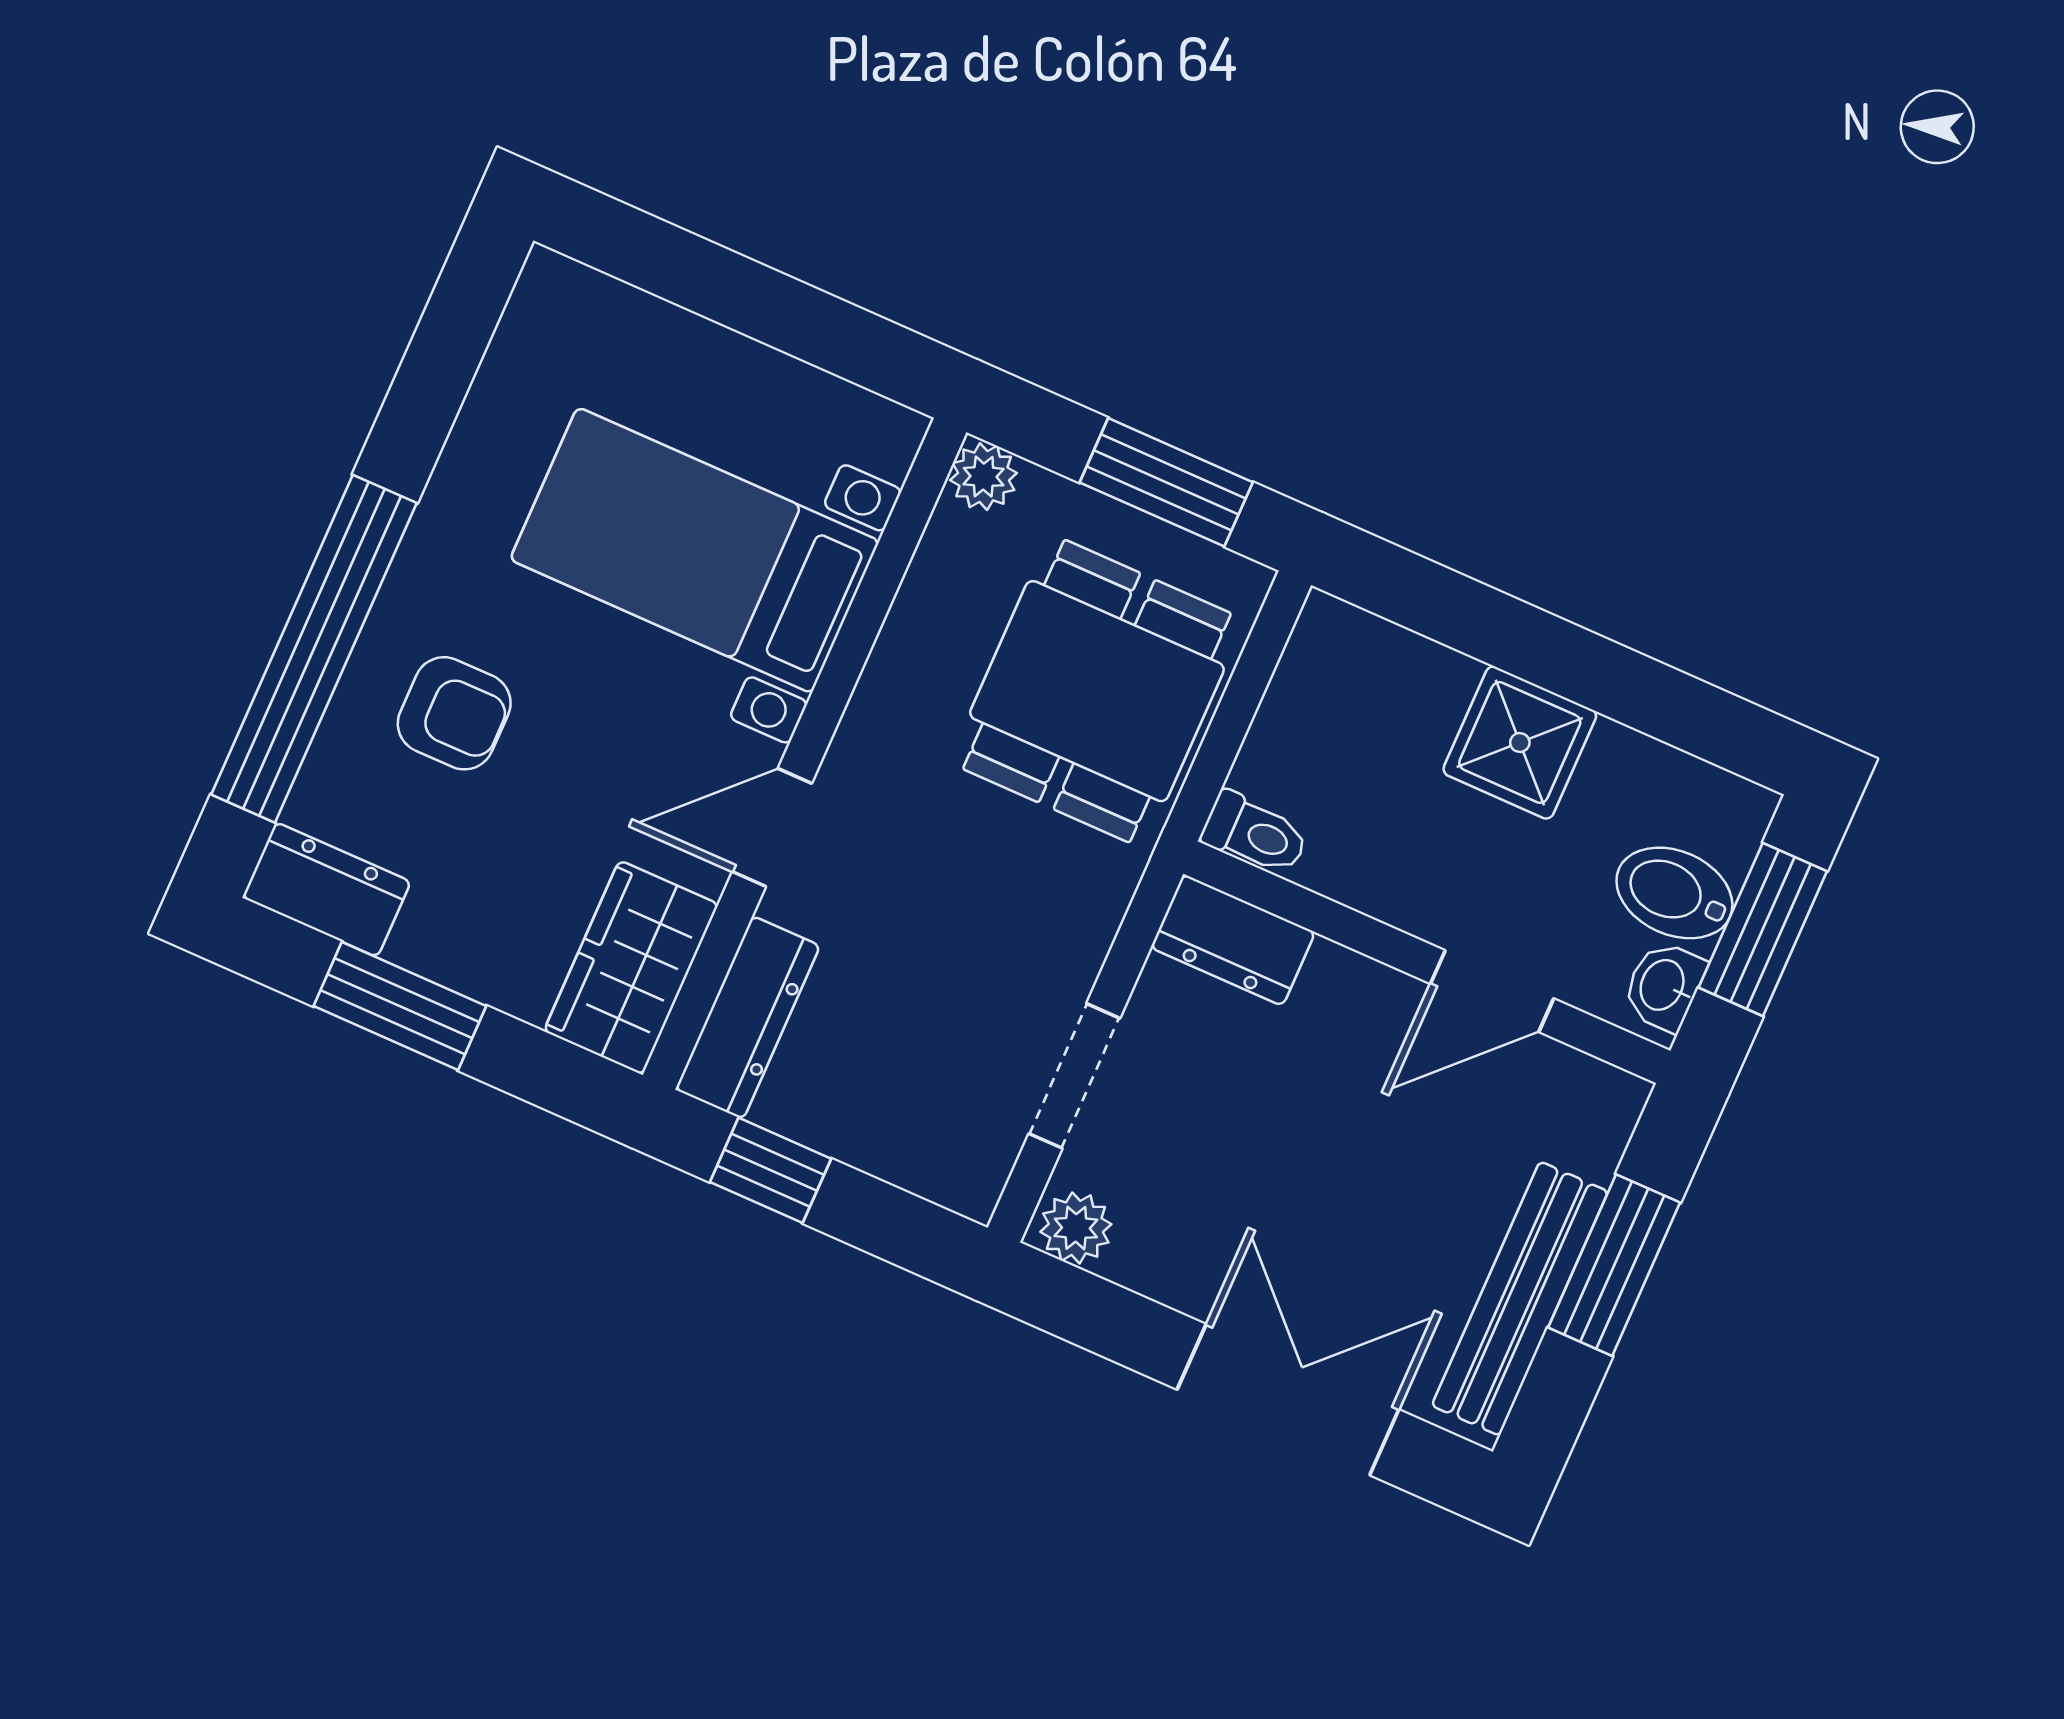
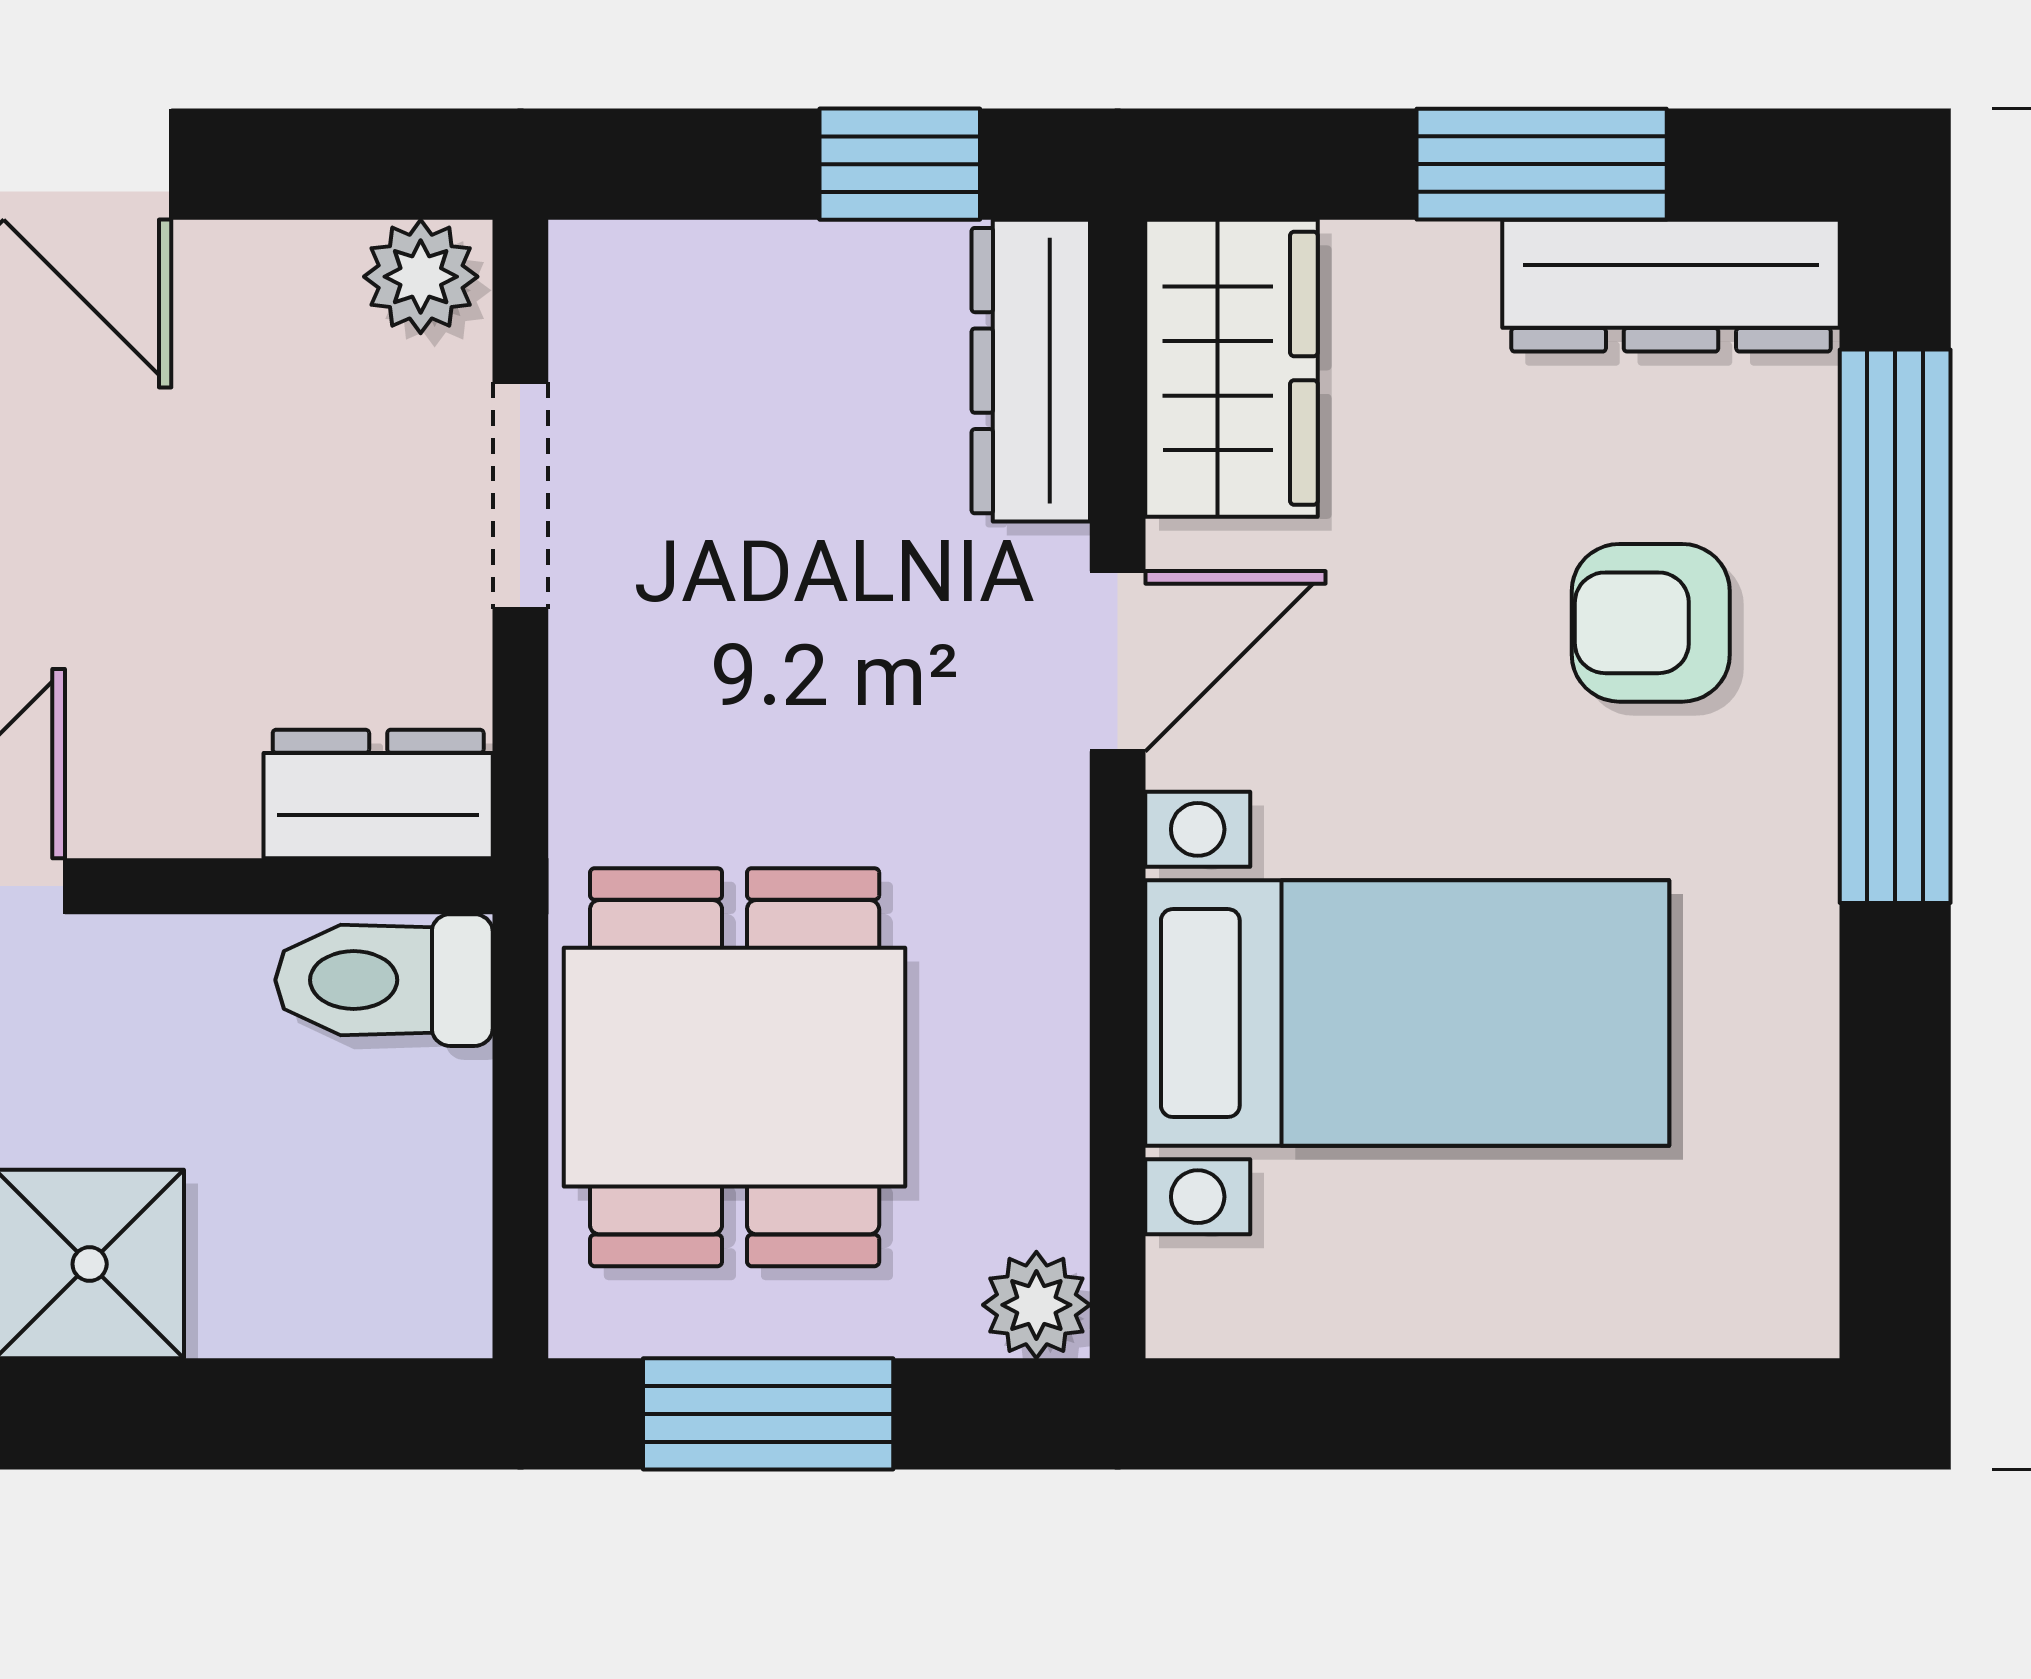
toilet: (1255, 834) -> (384, 980), width x1.37, depth x1.39
dresser: (327, 890) -> (1671, 286), width x1.44

